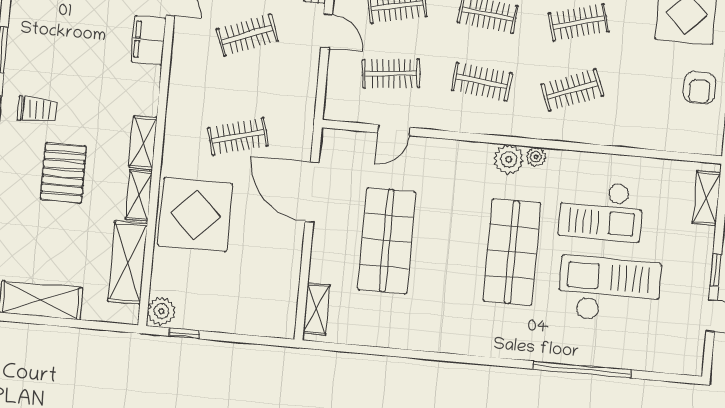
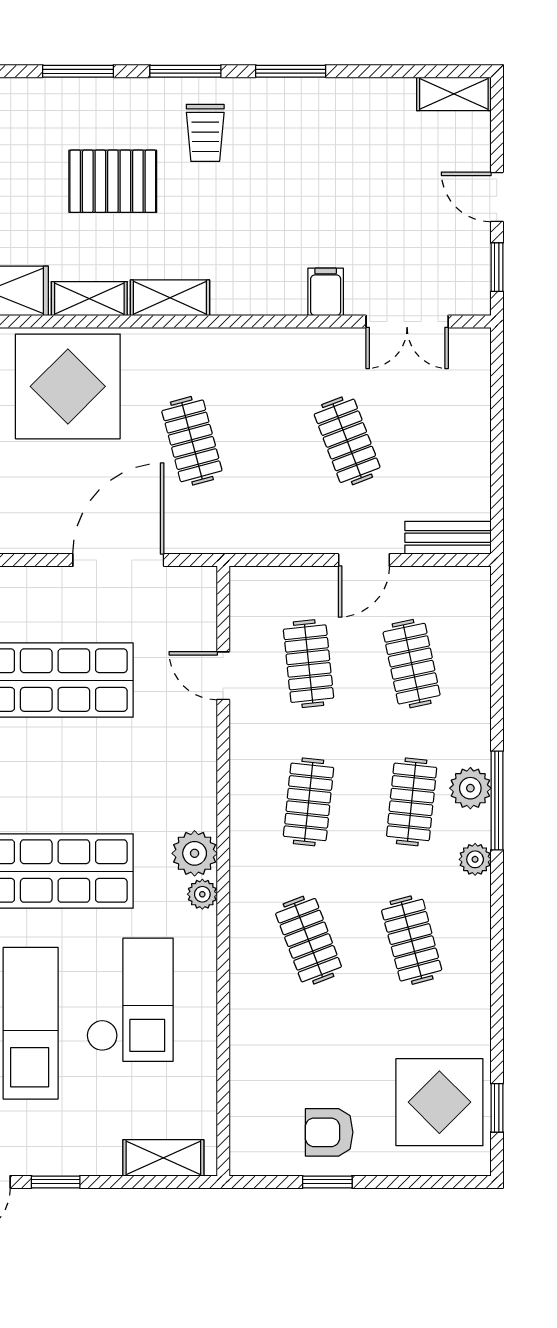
filing cabinet: (148, 40) -> (326, 292), width x0.50
checkout: (601, 211) -> (130, 1000), turned 180

